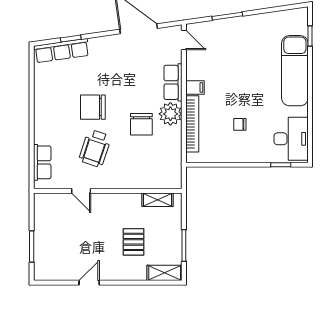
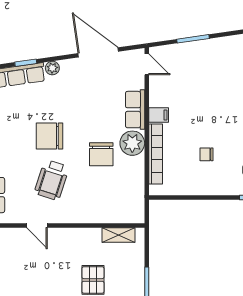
plant: (96, 43) -> (52, 68), added

